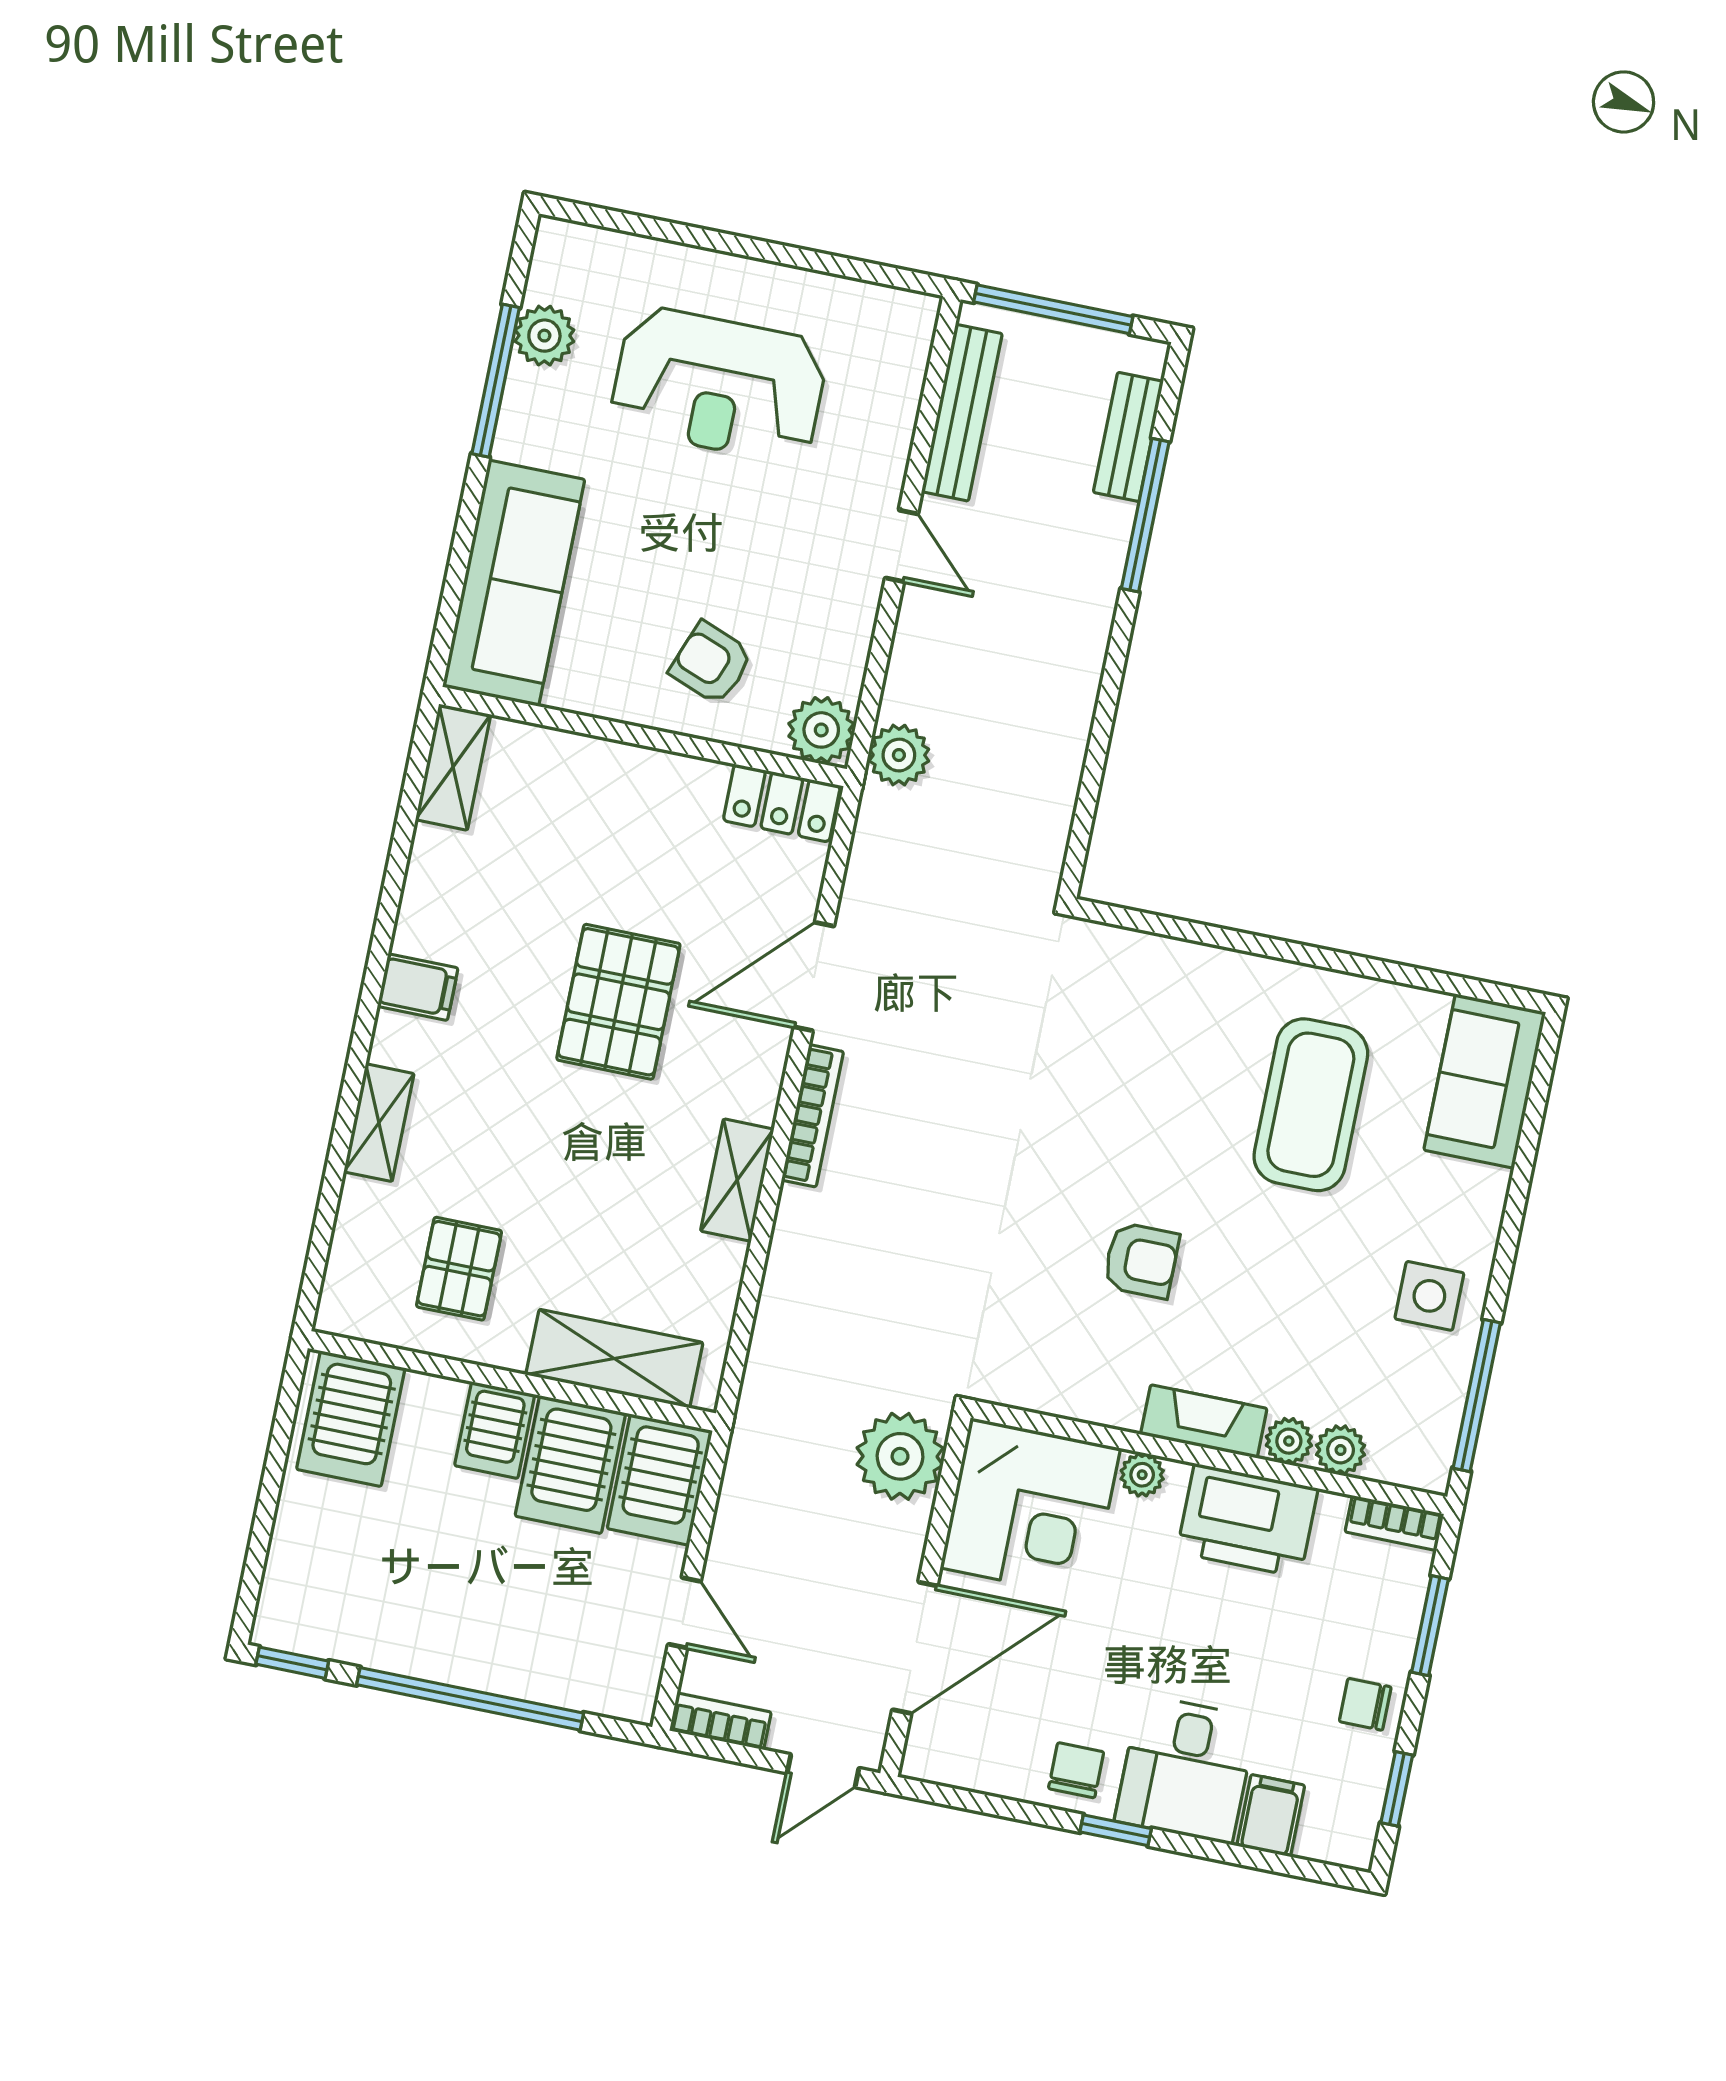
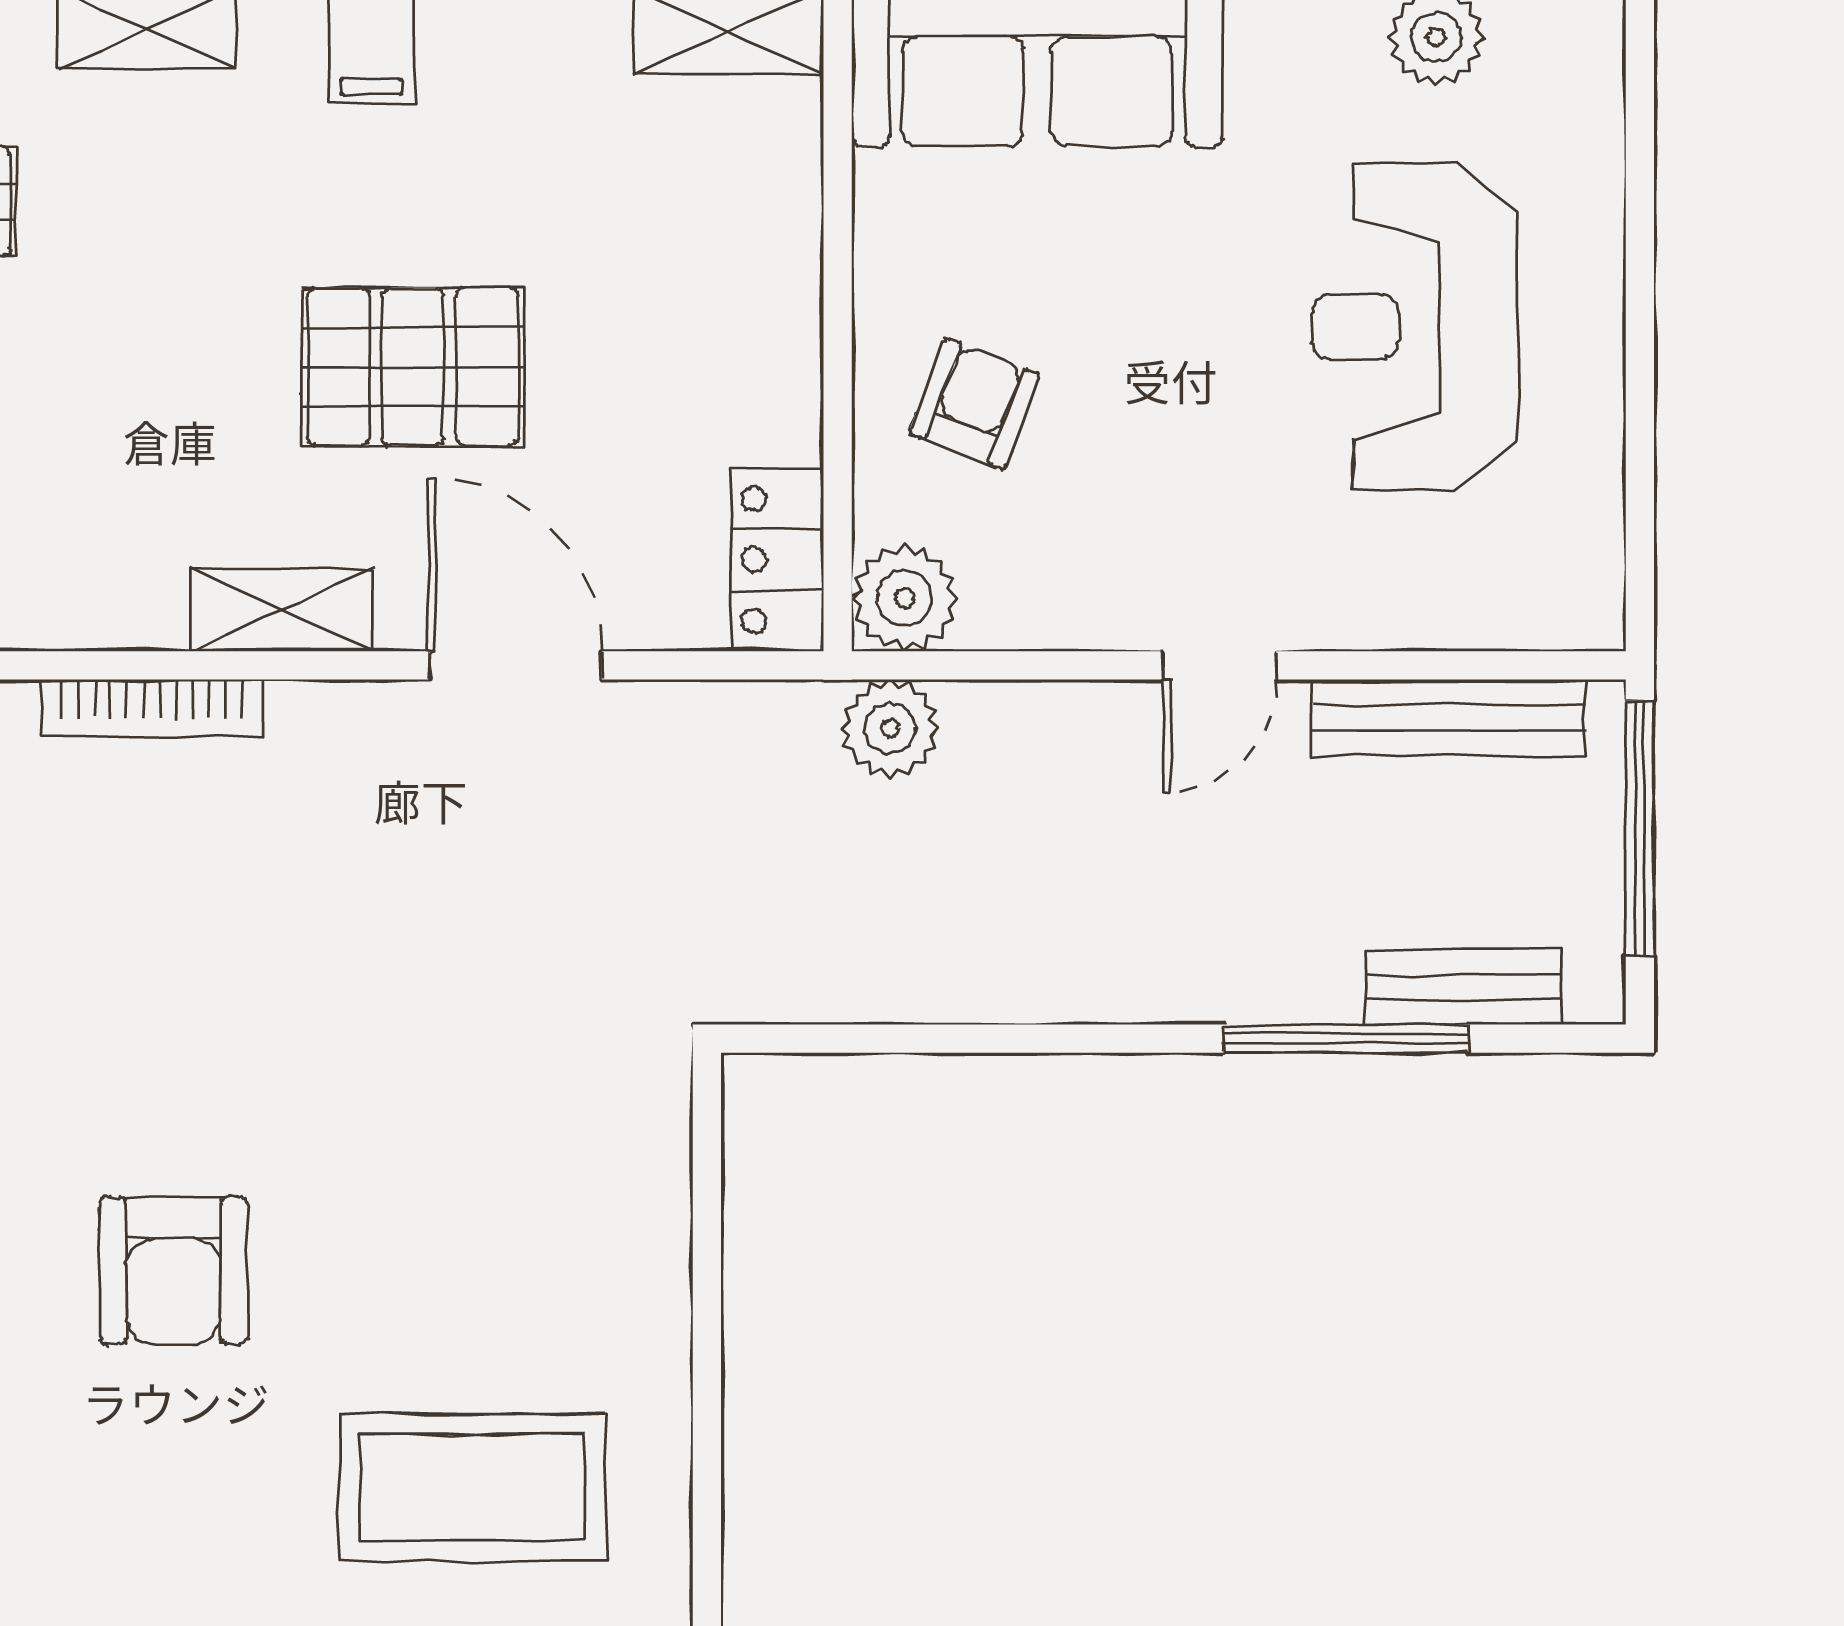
bookcase: (812, 1116) -> (152, 708), moved
shelving: (737, 1180) -> (281, 610), moved
armchair: (1141, 1260) -> (174, 1271), width x1.38, depth x1.38

